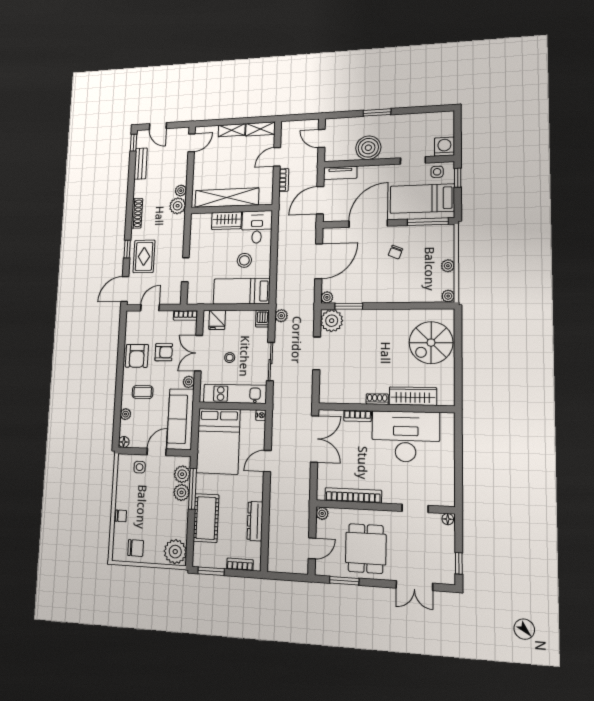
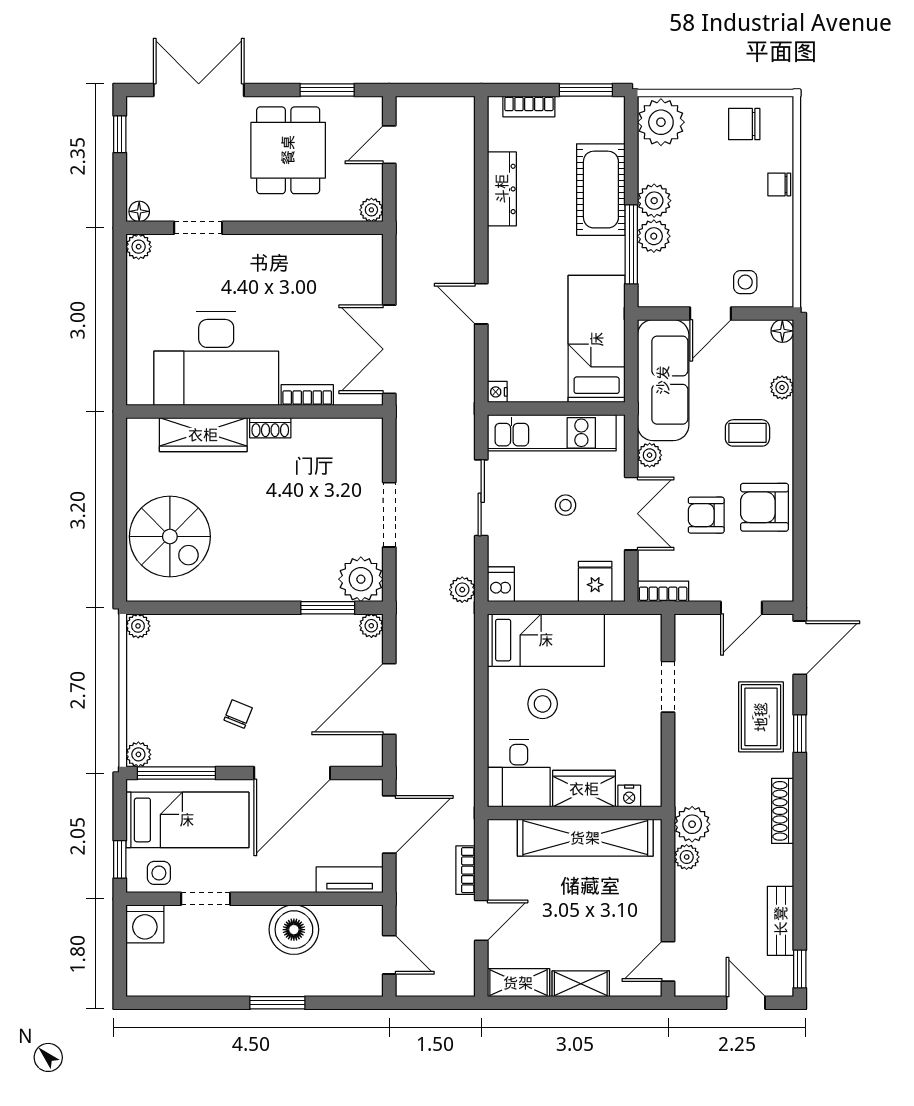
nightstand: (206, 218) -> (629, 796), added
plant: (448, 266) -> (138, 754), moved
spiral stairs: (431, 343) -> (170, 537), turned 90
armchair: (137, 356) -> (765, 507), turned -90
bed: (218, 441) -> (597, 339), width x0.67
door: (267, 461) -> (481, 304), swing flipped
plant: (182, 474) -> (654, 201), moved
bookcase: (353, 495) -> (313, 246), removed
plant: (448, 499) -> (139, 247), added
double door: (414, 586) -> (199, 90), width x1.37

